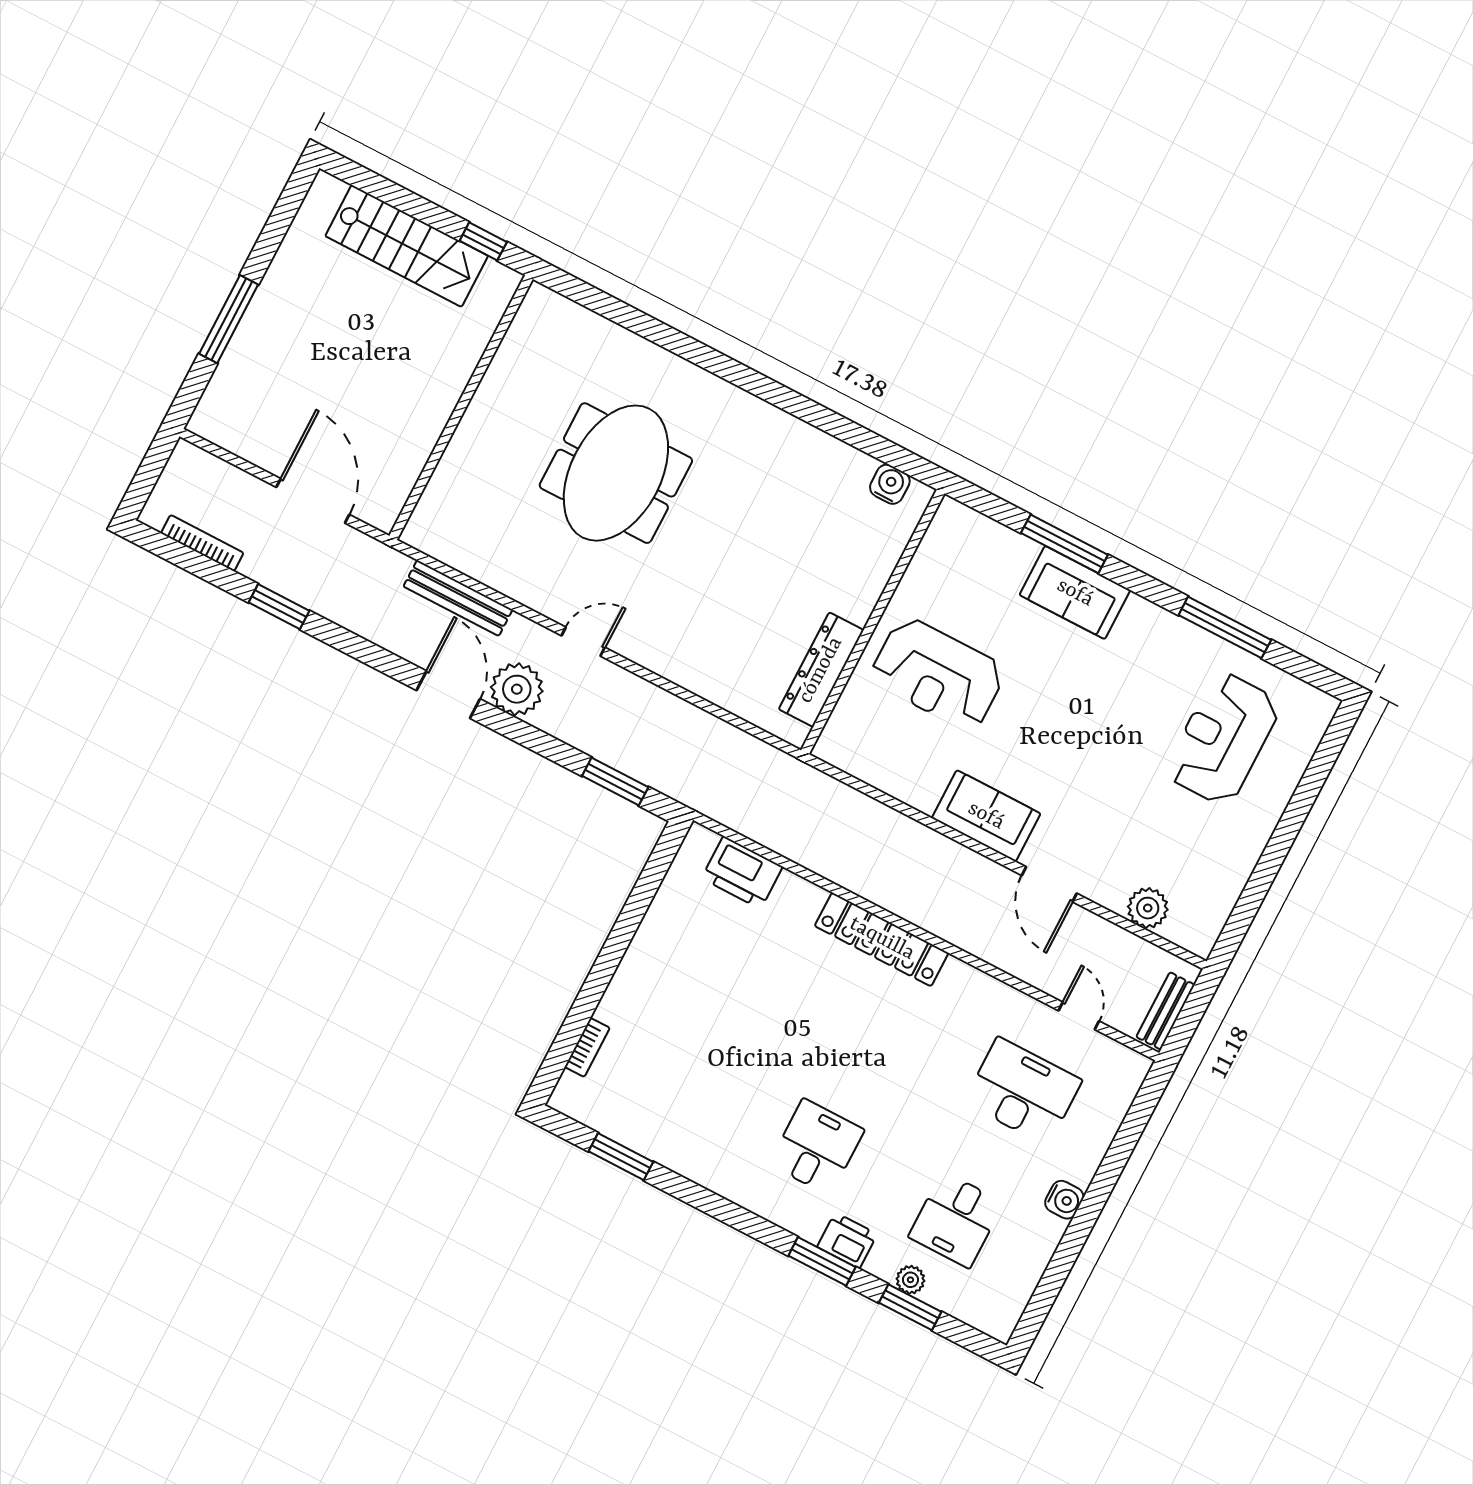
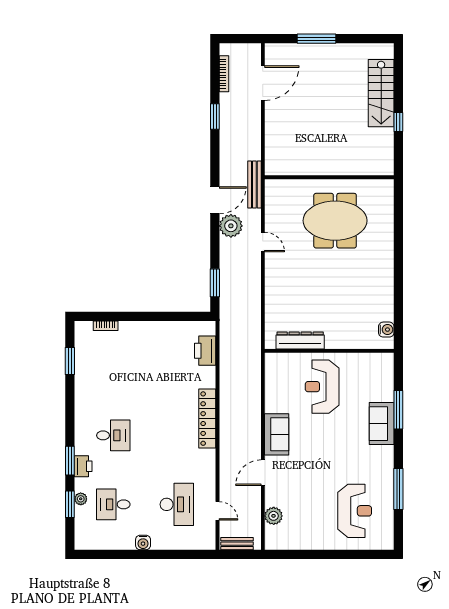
wall: (461, 407) -> (329, 177), moved
door: (313, 501) -> (263, 83), moved
reception desk: (1223, 739) -> (355, 511), turned 90
door: (1079, 1016) -> (218, 511), hinge flipped

